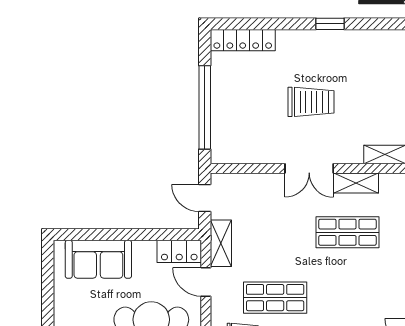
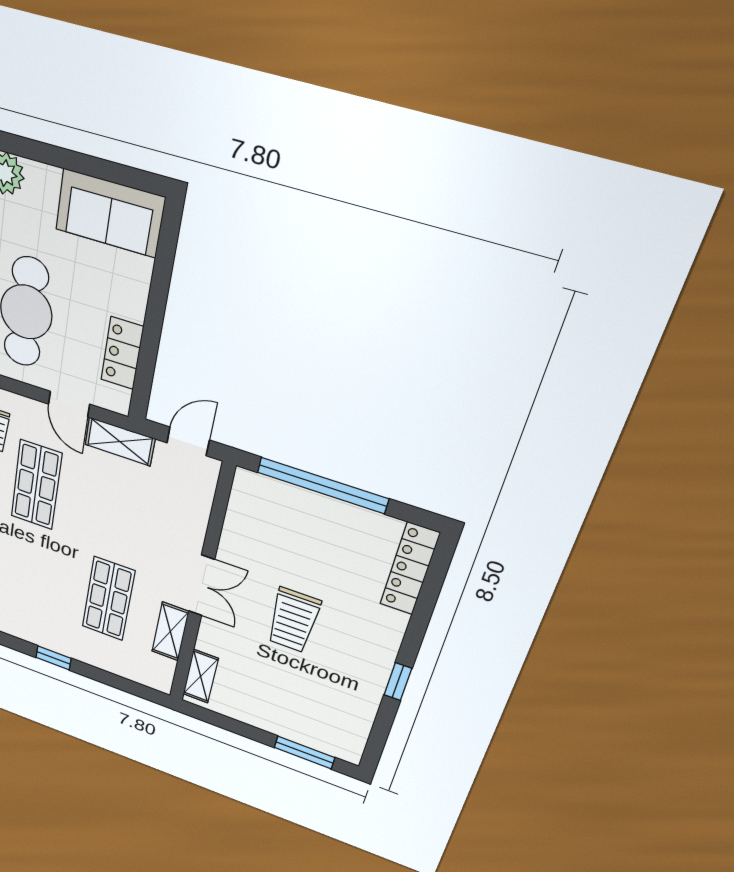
double door: (309, 168) -> (202, 586), swing flipped
locker: (179, 251) -> (122, 353), moved
sofa: (98, 259) -> (110, 213), moved, turned -90
door: (206, 282) -> (69, 404), swing flipped

